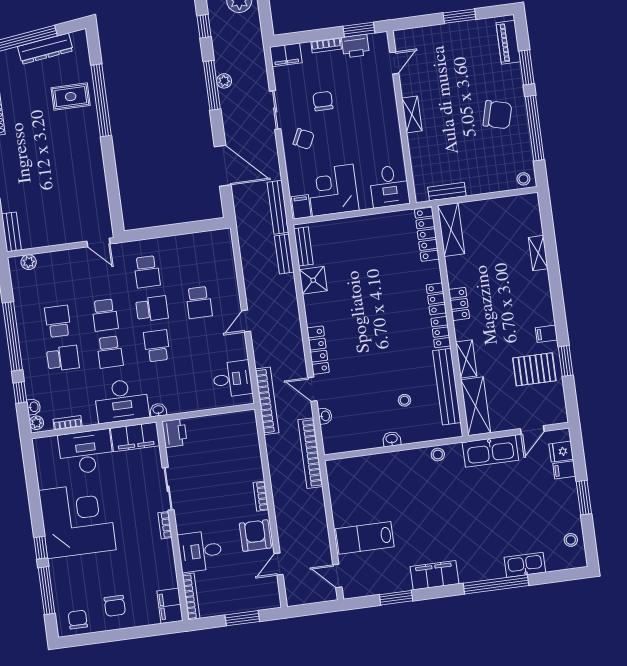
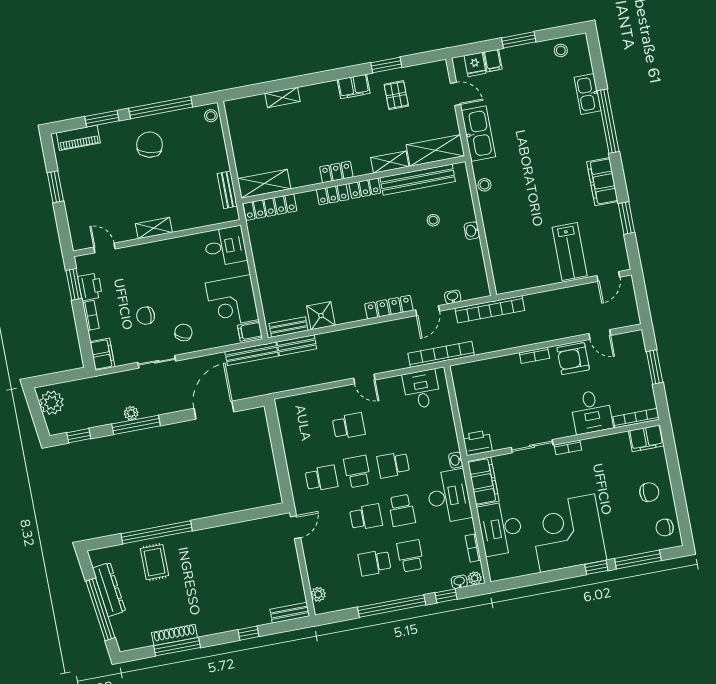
filing cabinet: (546, 334) -> (354, 87), width x2.00
school desk: (110, 352) -> (402, 510), turned 90
pallet: (534, 369) -> (396, 95), width x0.67, depth x0.71

